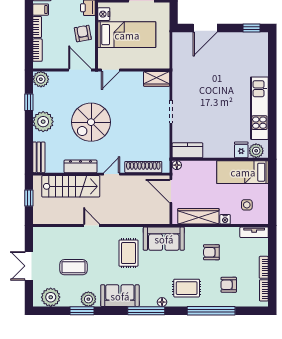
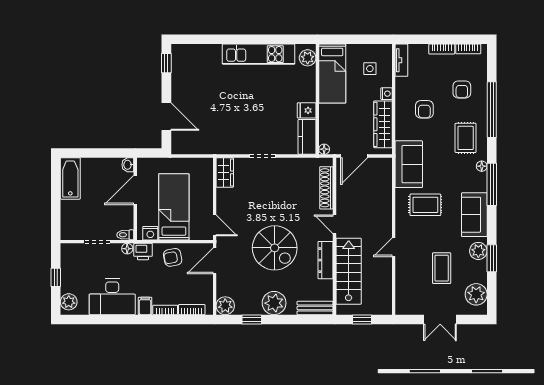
fridge: (241, 150) -> (307, 110), moved

